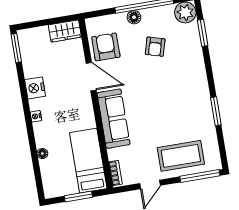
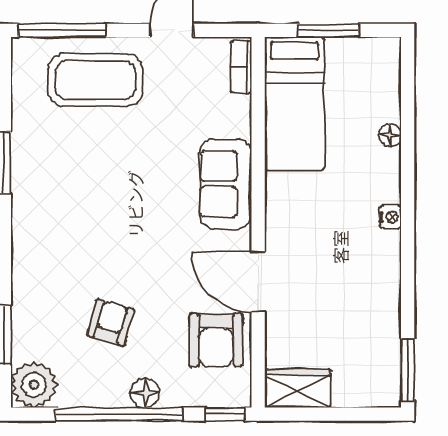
window: (96, 14) -> (225, 414), added
nightstand: (35, 88) -> (382, 278), removed
sofa: (114, 119) -> (225, 184), width x0.73

